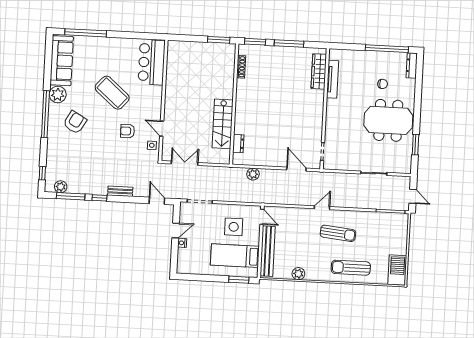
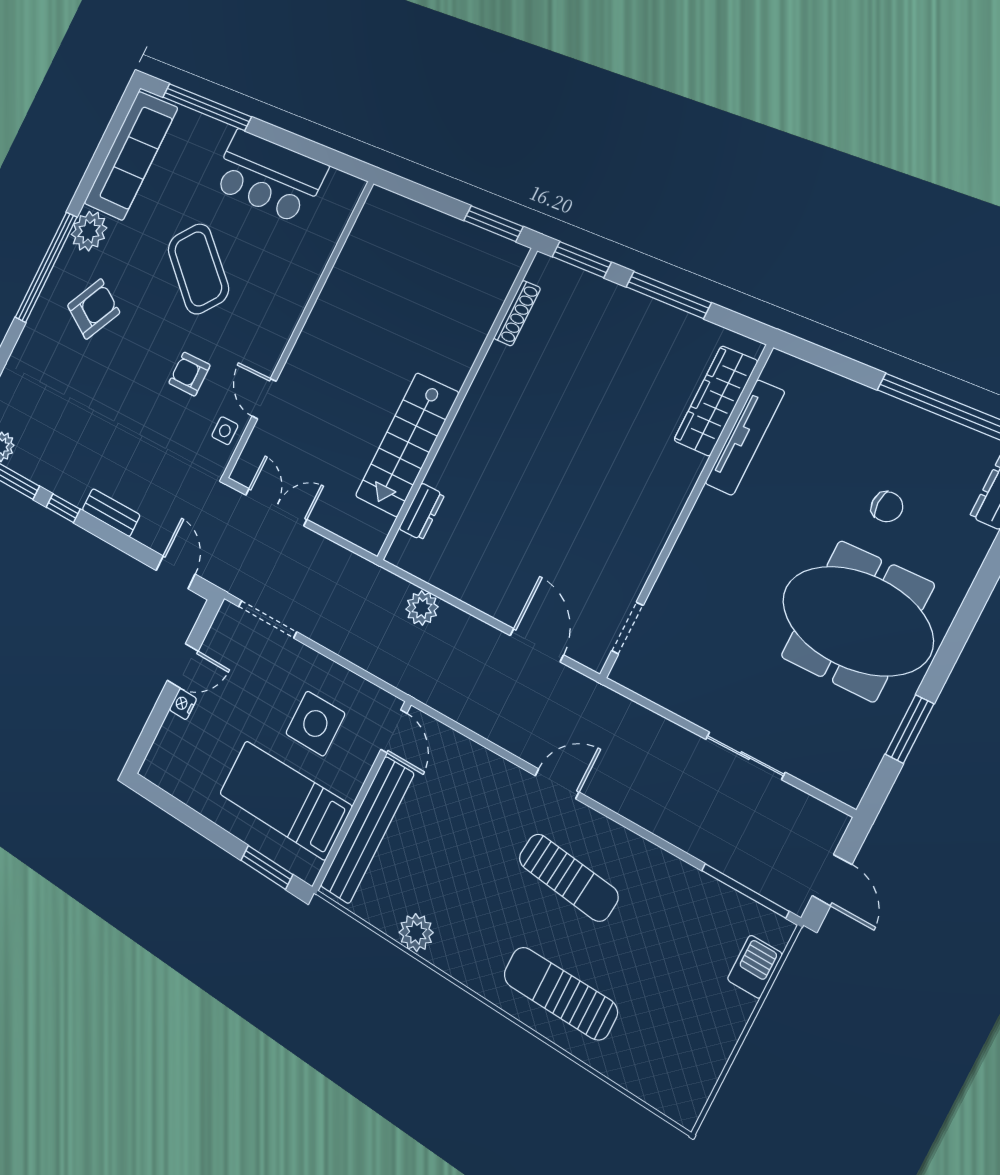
bar counter: (152, 62) -> (269, 176), moved, turned -90
barbecue: (397, 270) -> (755, 967), moved, width x0.53, depth x0.65

